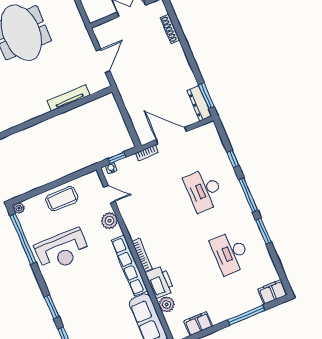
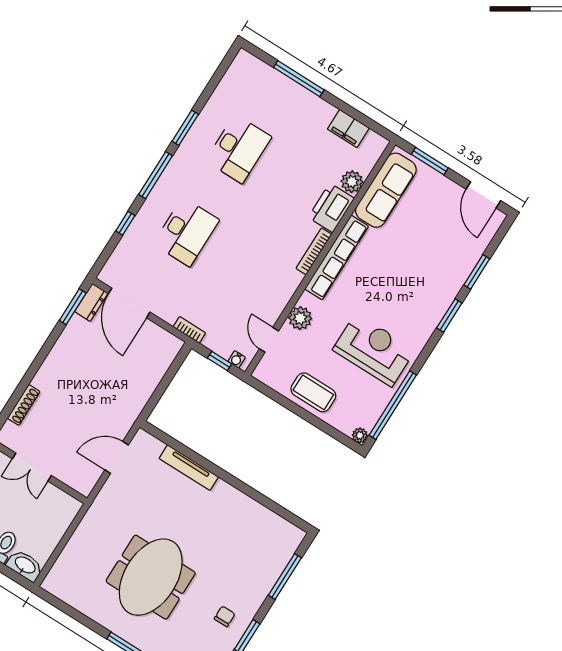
dresser: (199, 103) -> (91, 302), width x0.70
door: (171, 136) -> (129, 303), moved
filing cabinet: (272, 292) -> (250, 67), removed

